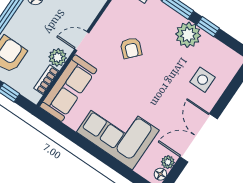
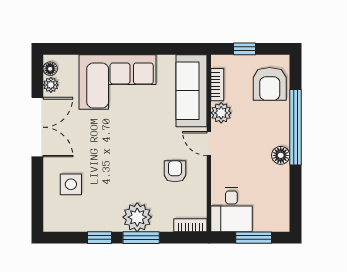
plant: (188, 35) -> (137, 217), moved
door: (82, 41) -> (209, 144), swing flipped
armchair: (131, 48) -> (175, 171), moved, turned 47

